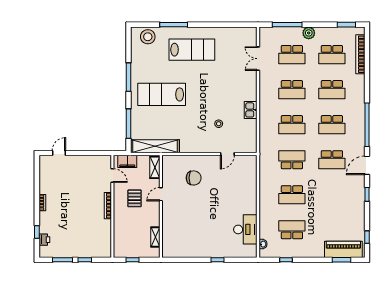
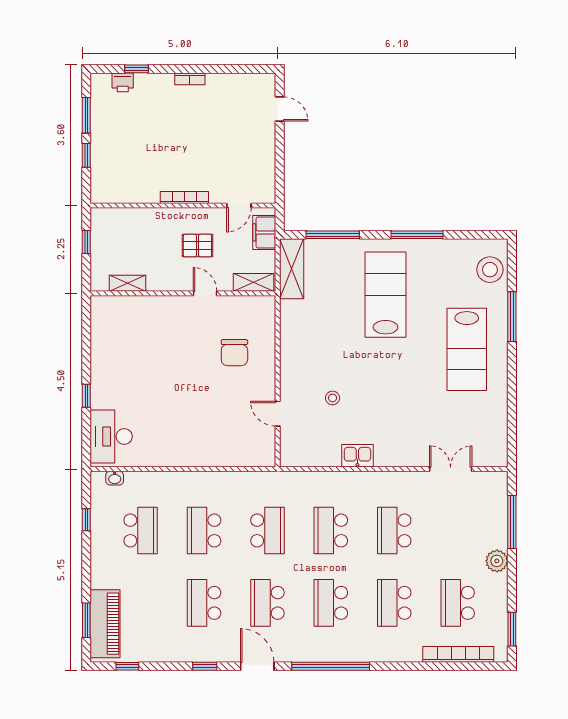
school desk: (292, 55) -> (204, 603), moved
shelving: (155, 146) -> (292, 269), width x0.68
desk: (245, 229) -> (111, 436), moved, turned 90

